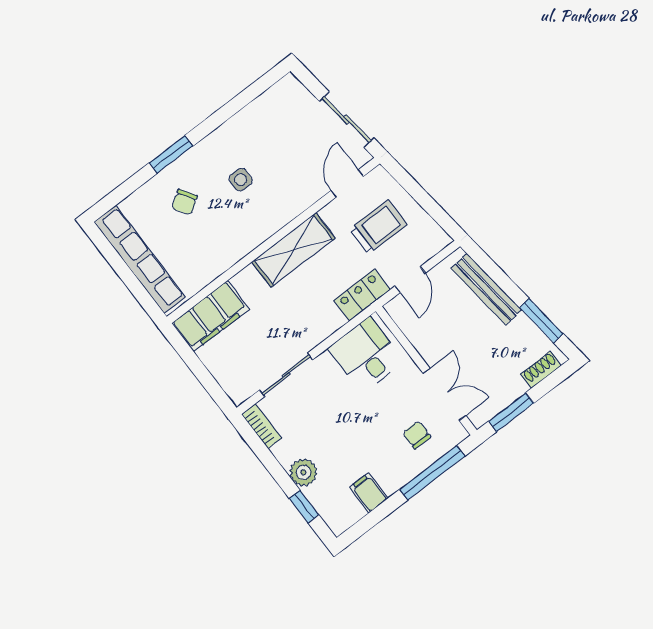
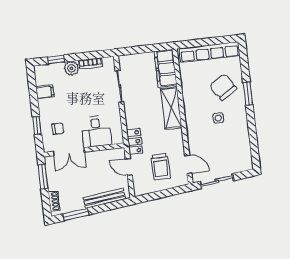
chair: (184, 202) -> (223, 87), width x1.87, depth x1.87
shelving: (293, 250) -> (171, 108), moved
desk: (366, 355) -> (96, 131), moved, turned 90
bookcase: (261, 426) -> (90, 63), moved
window: (432, 473) -> (37, 125), width x0.46

